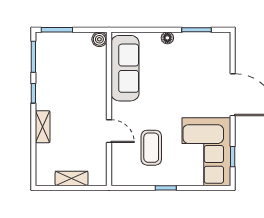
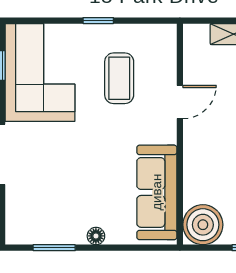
boiler: (99, 39) -> (203, 225), width x1.86, depth x1.86
door: (109, 131) -> (180, 102), swing flipped

